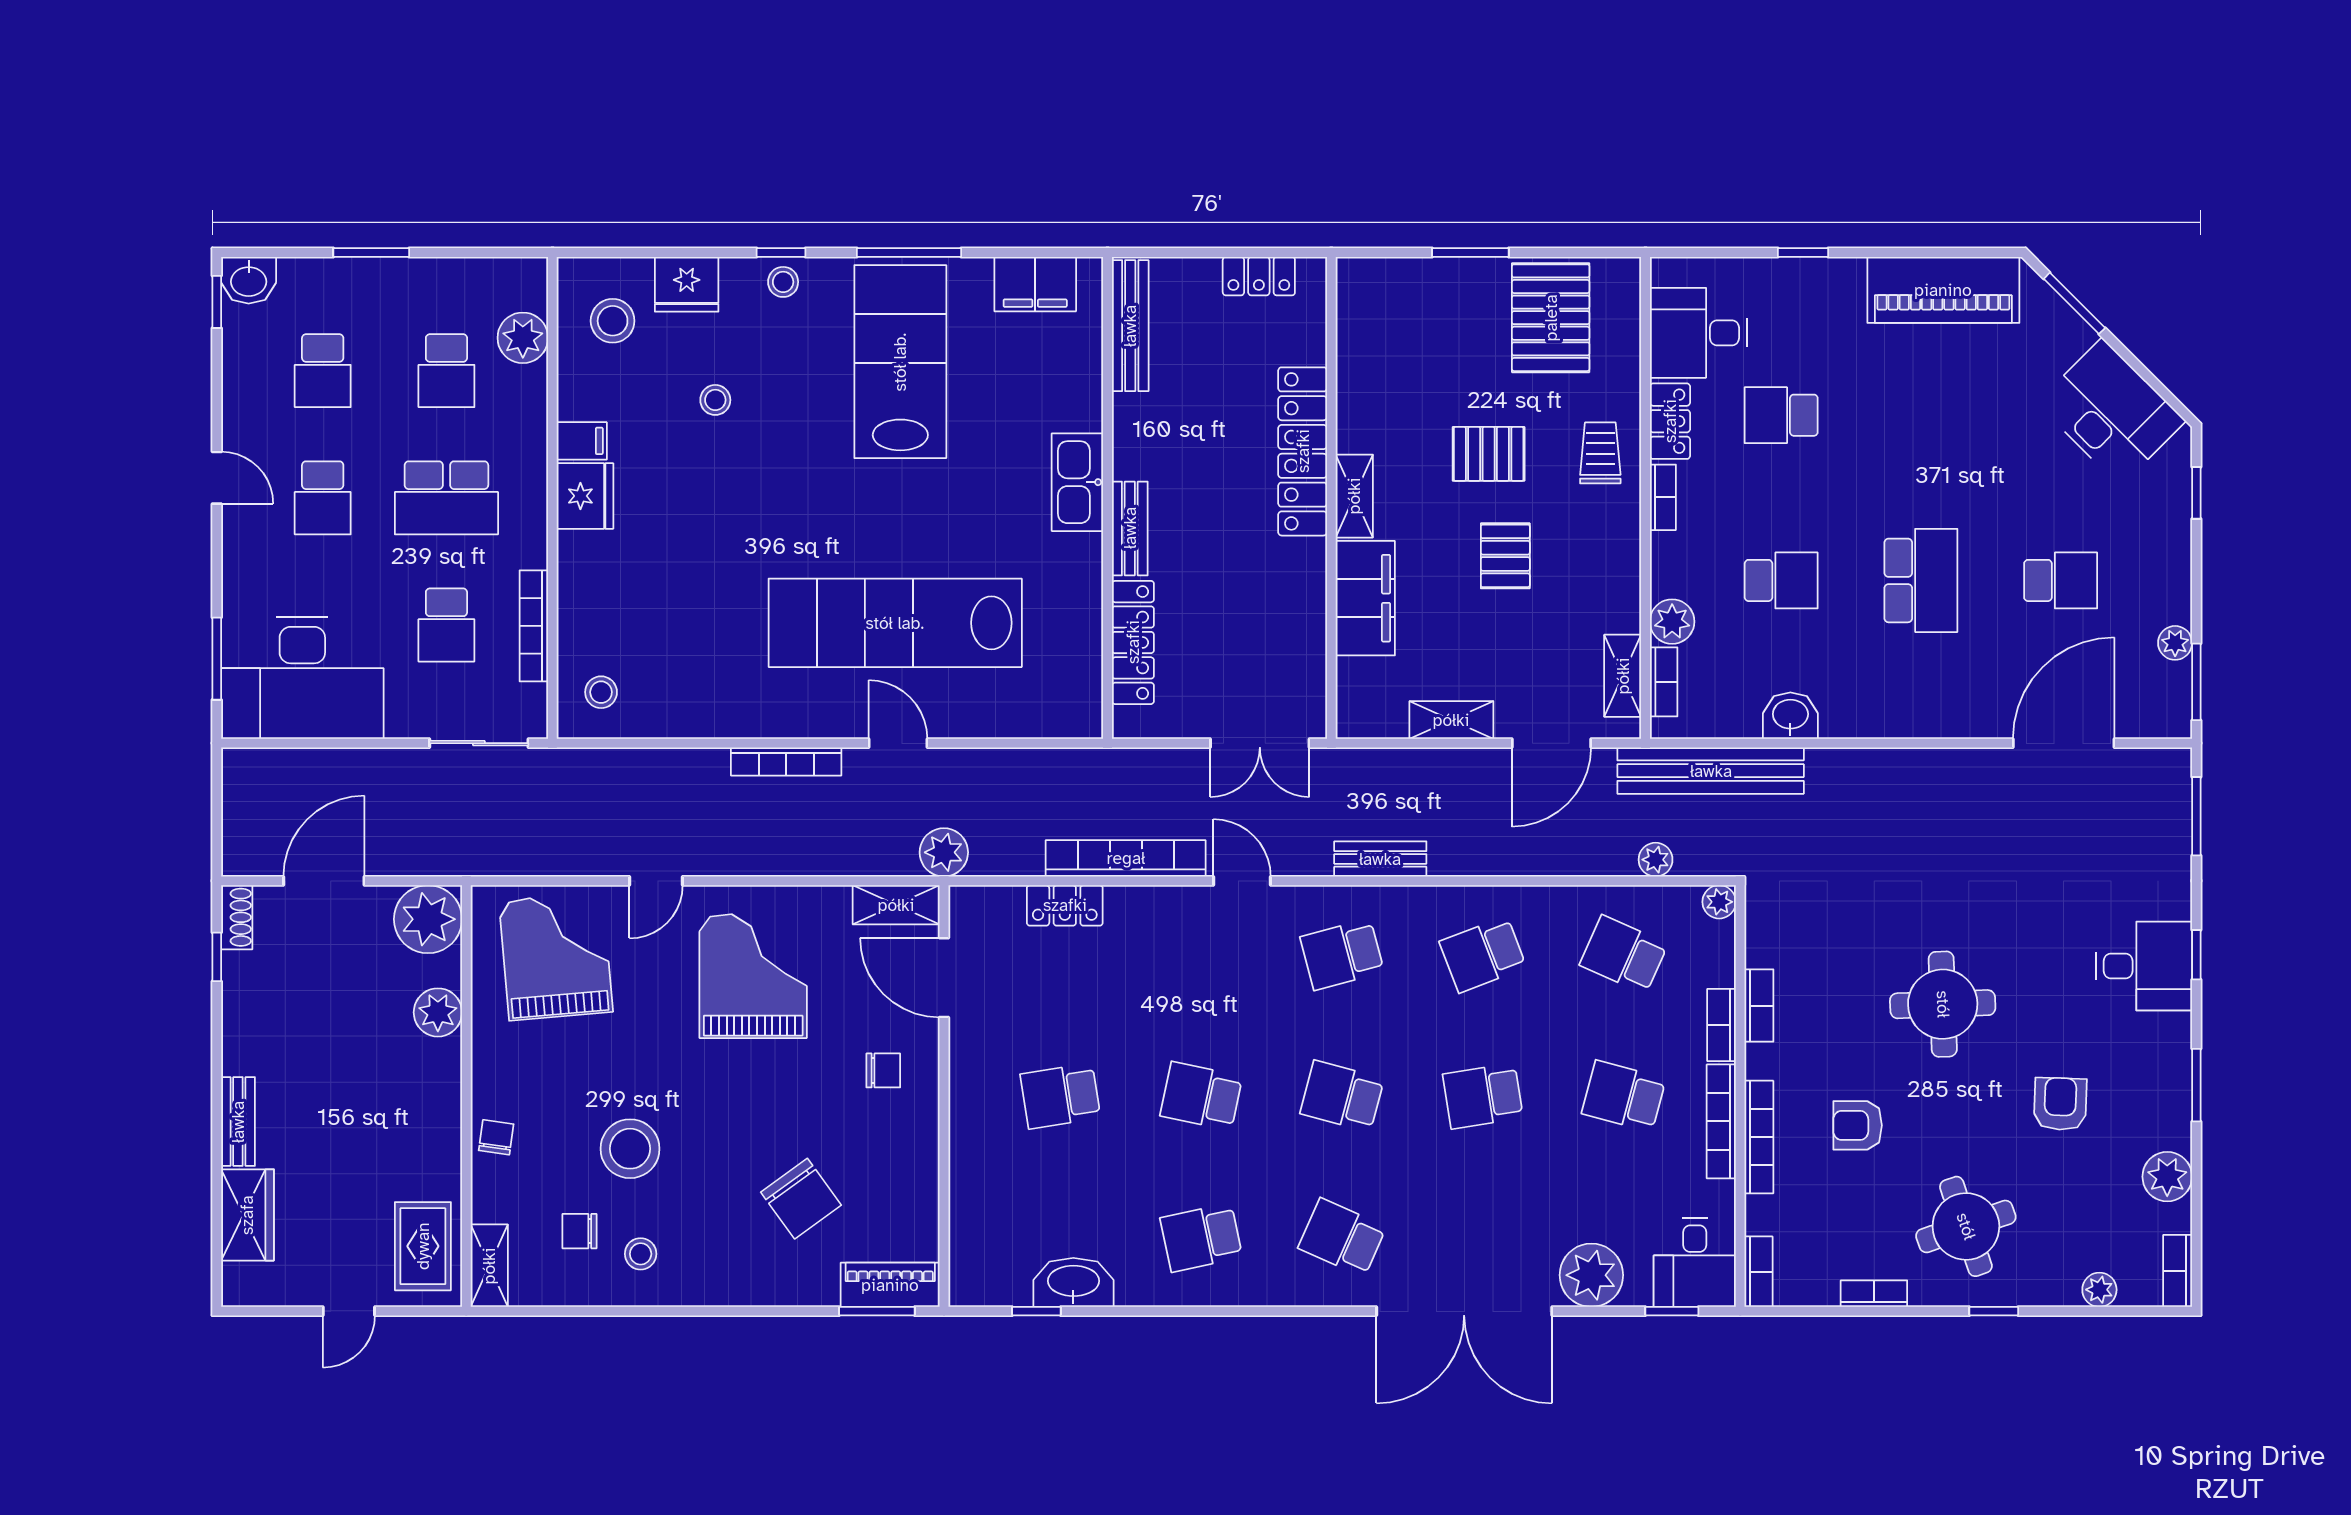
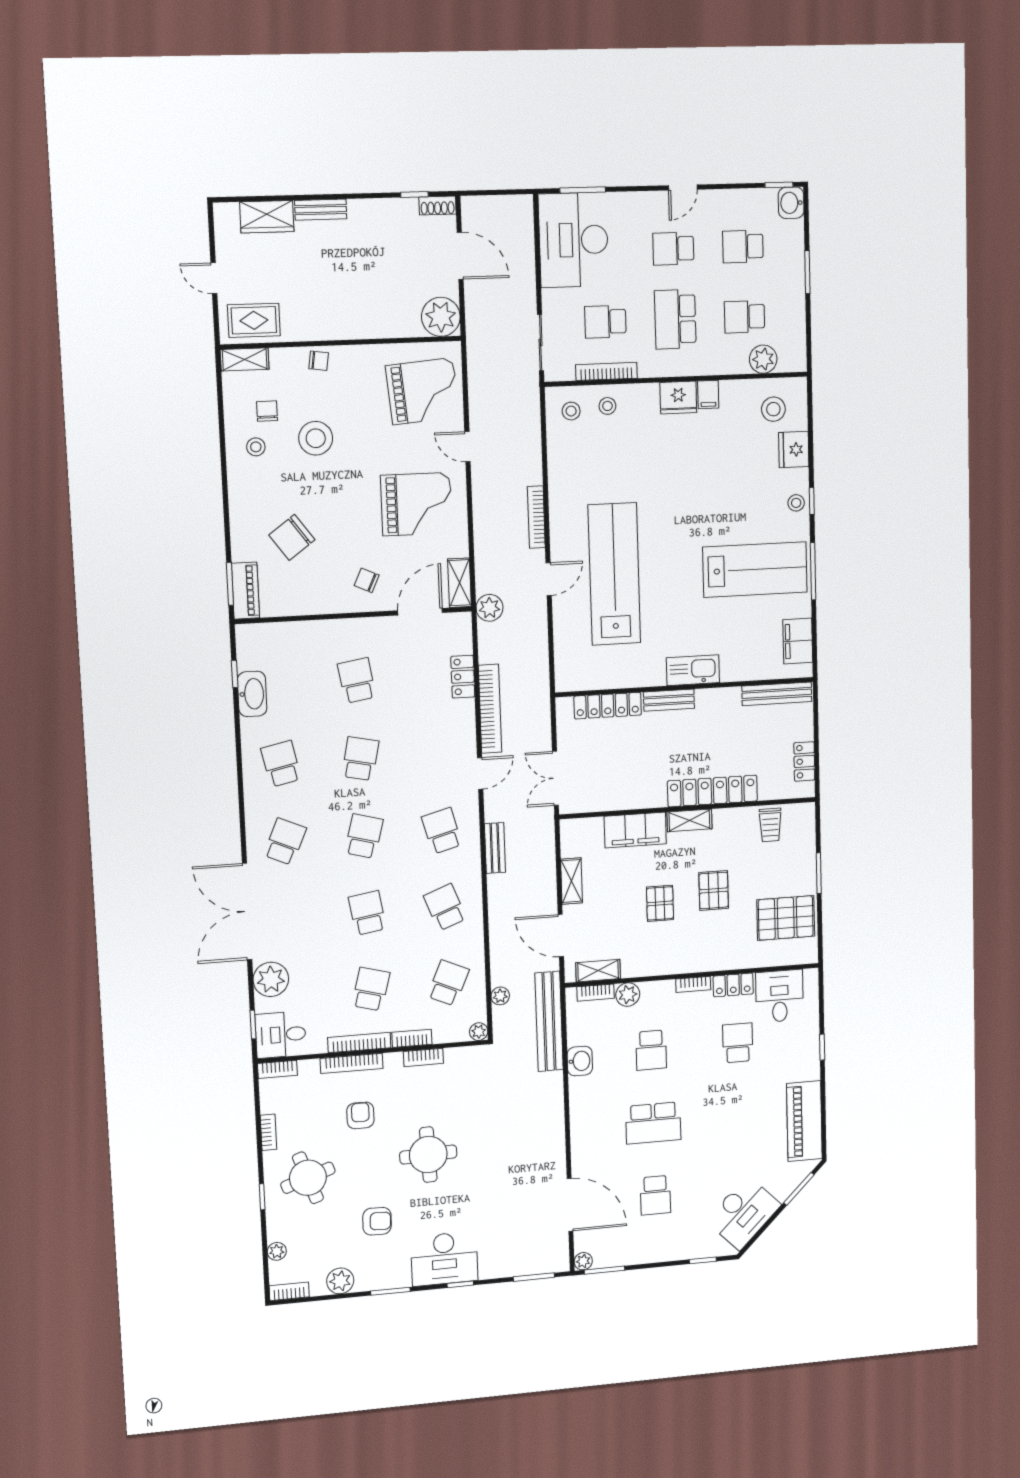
stool: (715, 400) -> (607, 406), moved
trolley: (1600, 453) -> (770, 825), moved, turned 90
pallet: (1505, 556) -> (660, 903), turned 90
plant: (2175, 643) -> (583, 1261), moved
desk: (2144, 966) -> (444, 1259), width x1.37
plant: (438, 1012) -> (388, 324), removed
chair: (883, 1070) -> (367, 580), turned 115

